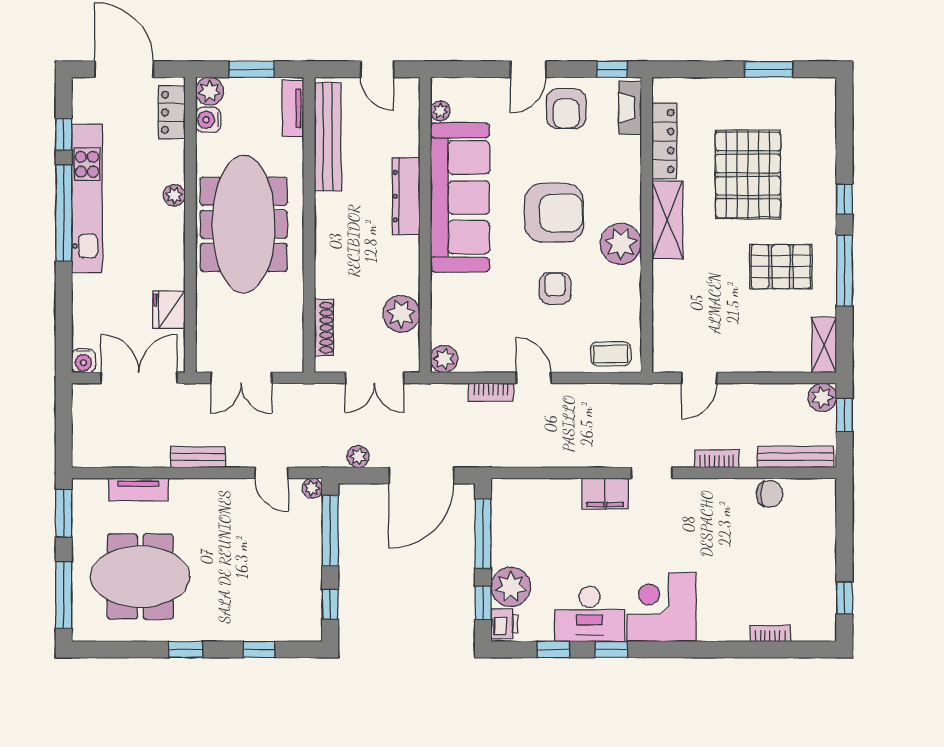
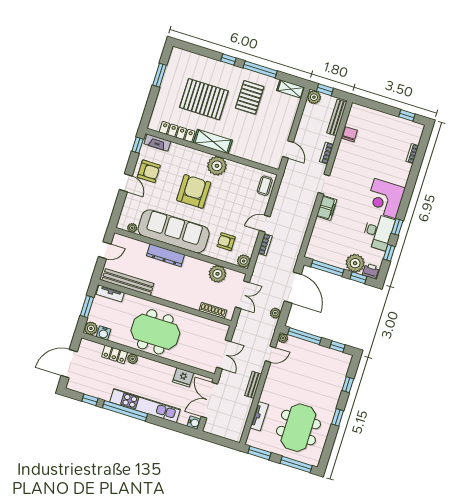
locker: (172, 112) -> (115, 354), moved
kitchen unit: (87, 198) -> (145, 406), moved
meeting table: (244, 224) -> (155, 332), width x0.73
armchair: (555, 288) -> (226, 242), moved

